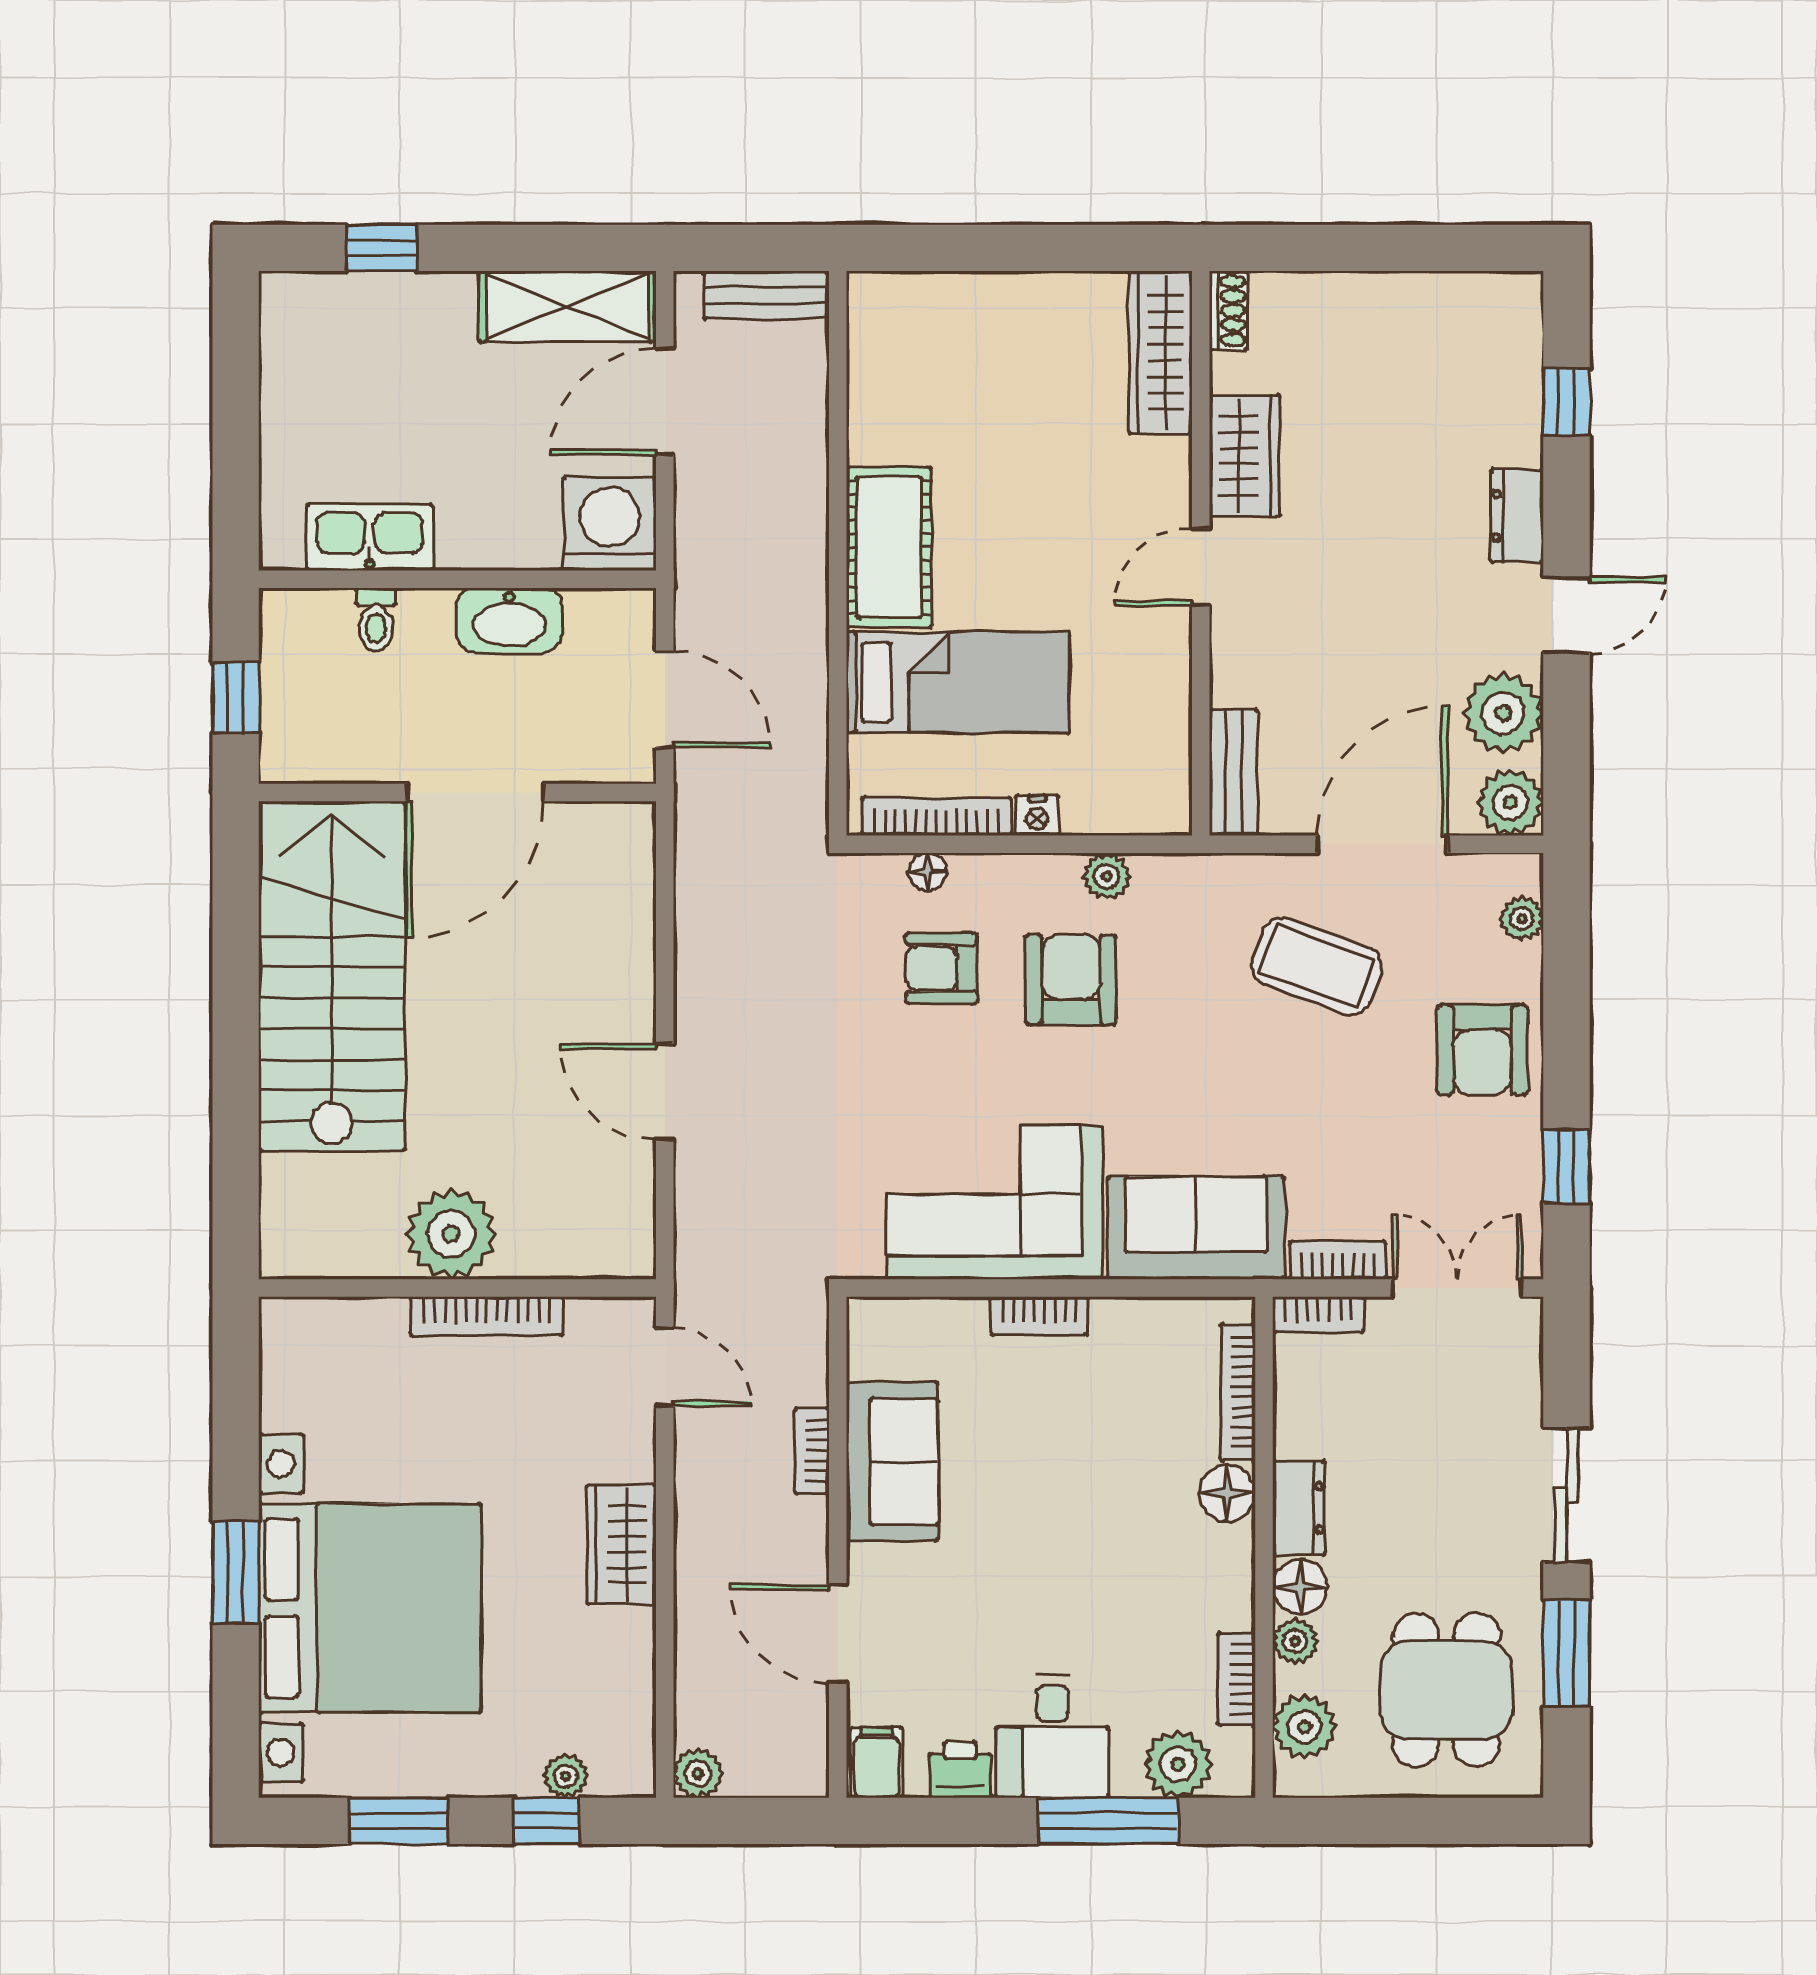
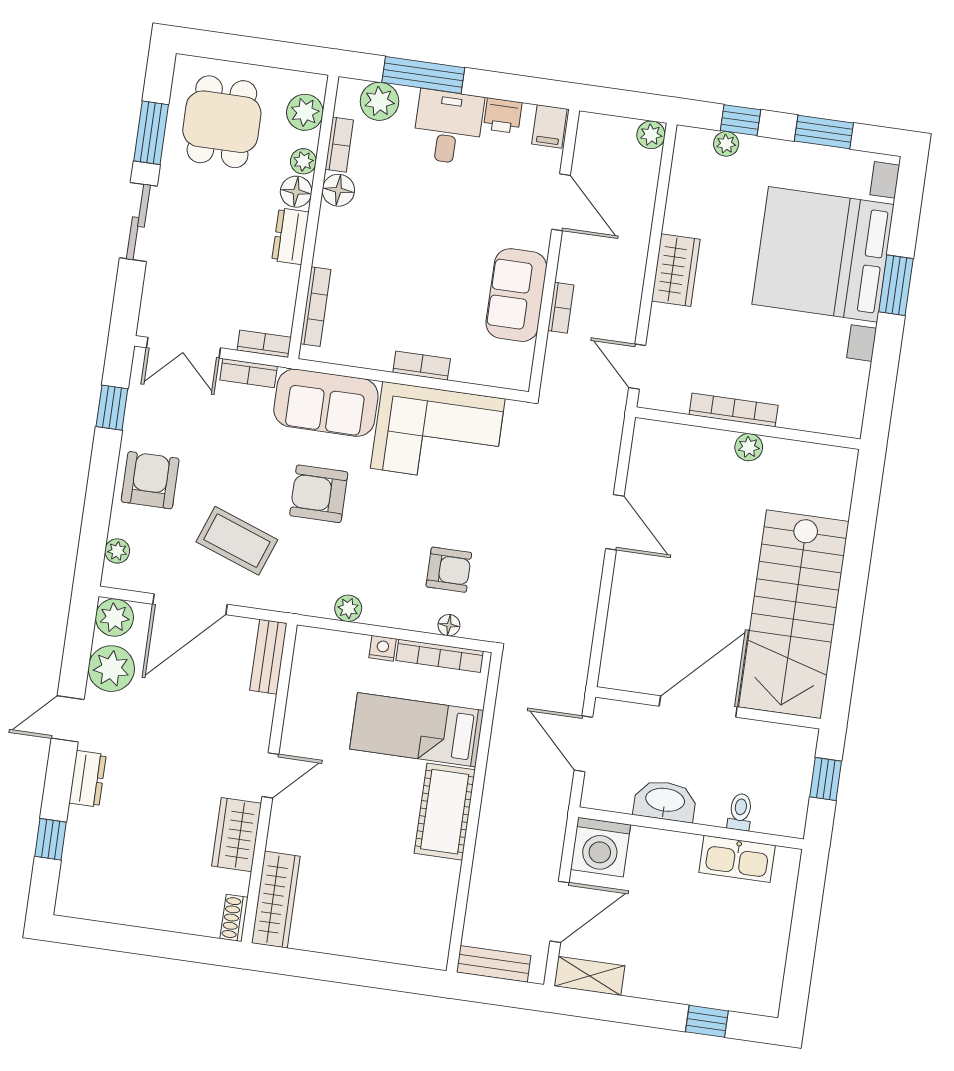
shelving: (568, 306) -> (589, 976), width x0.67, depth x0.75
armchair: (1071, 980) -> (319, 494), moved, turned 90
plant: (451, 1234) -> (749, 447), width x0.53, depth x0.53
floor lamp: (1227, 1493) -> (338, 190), moved

